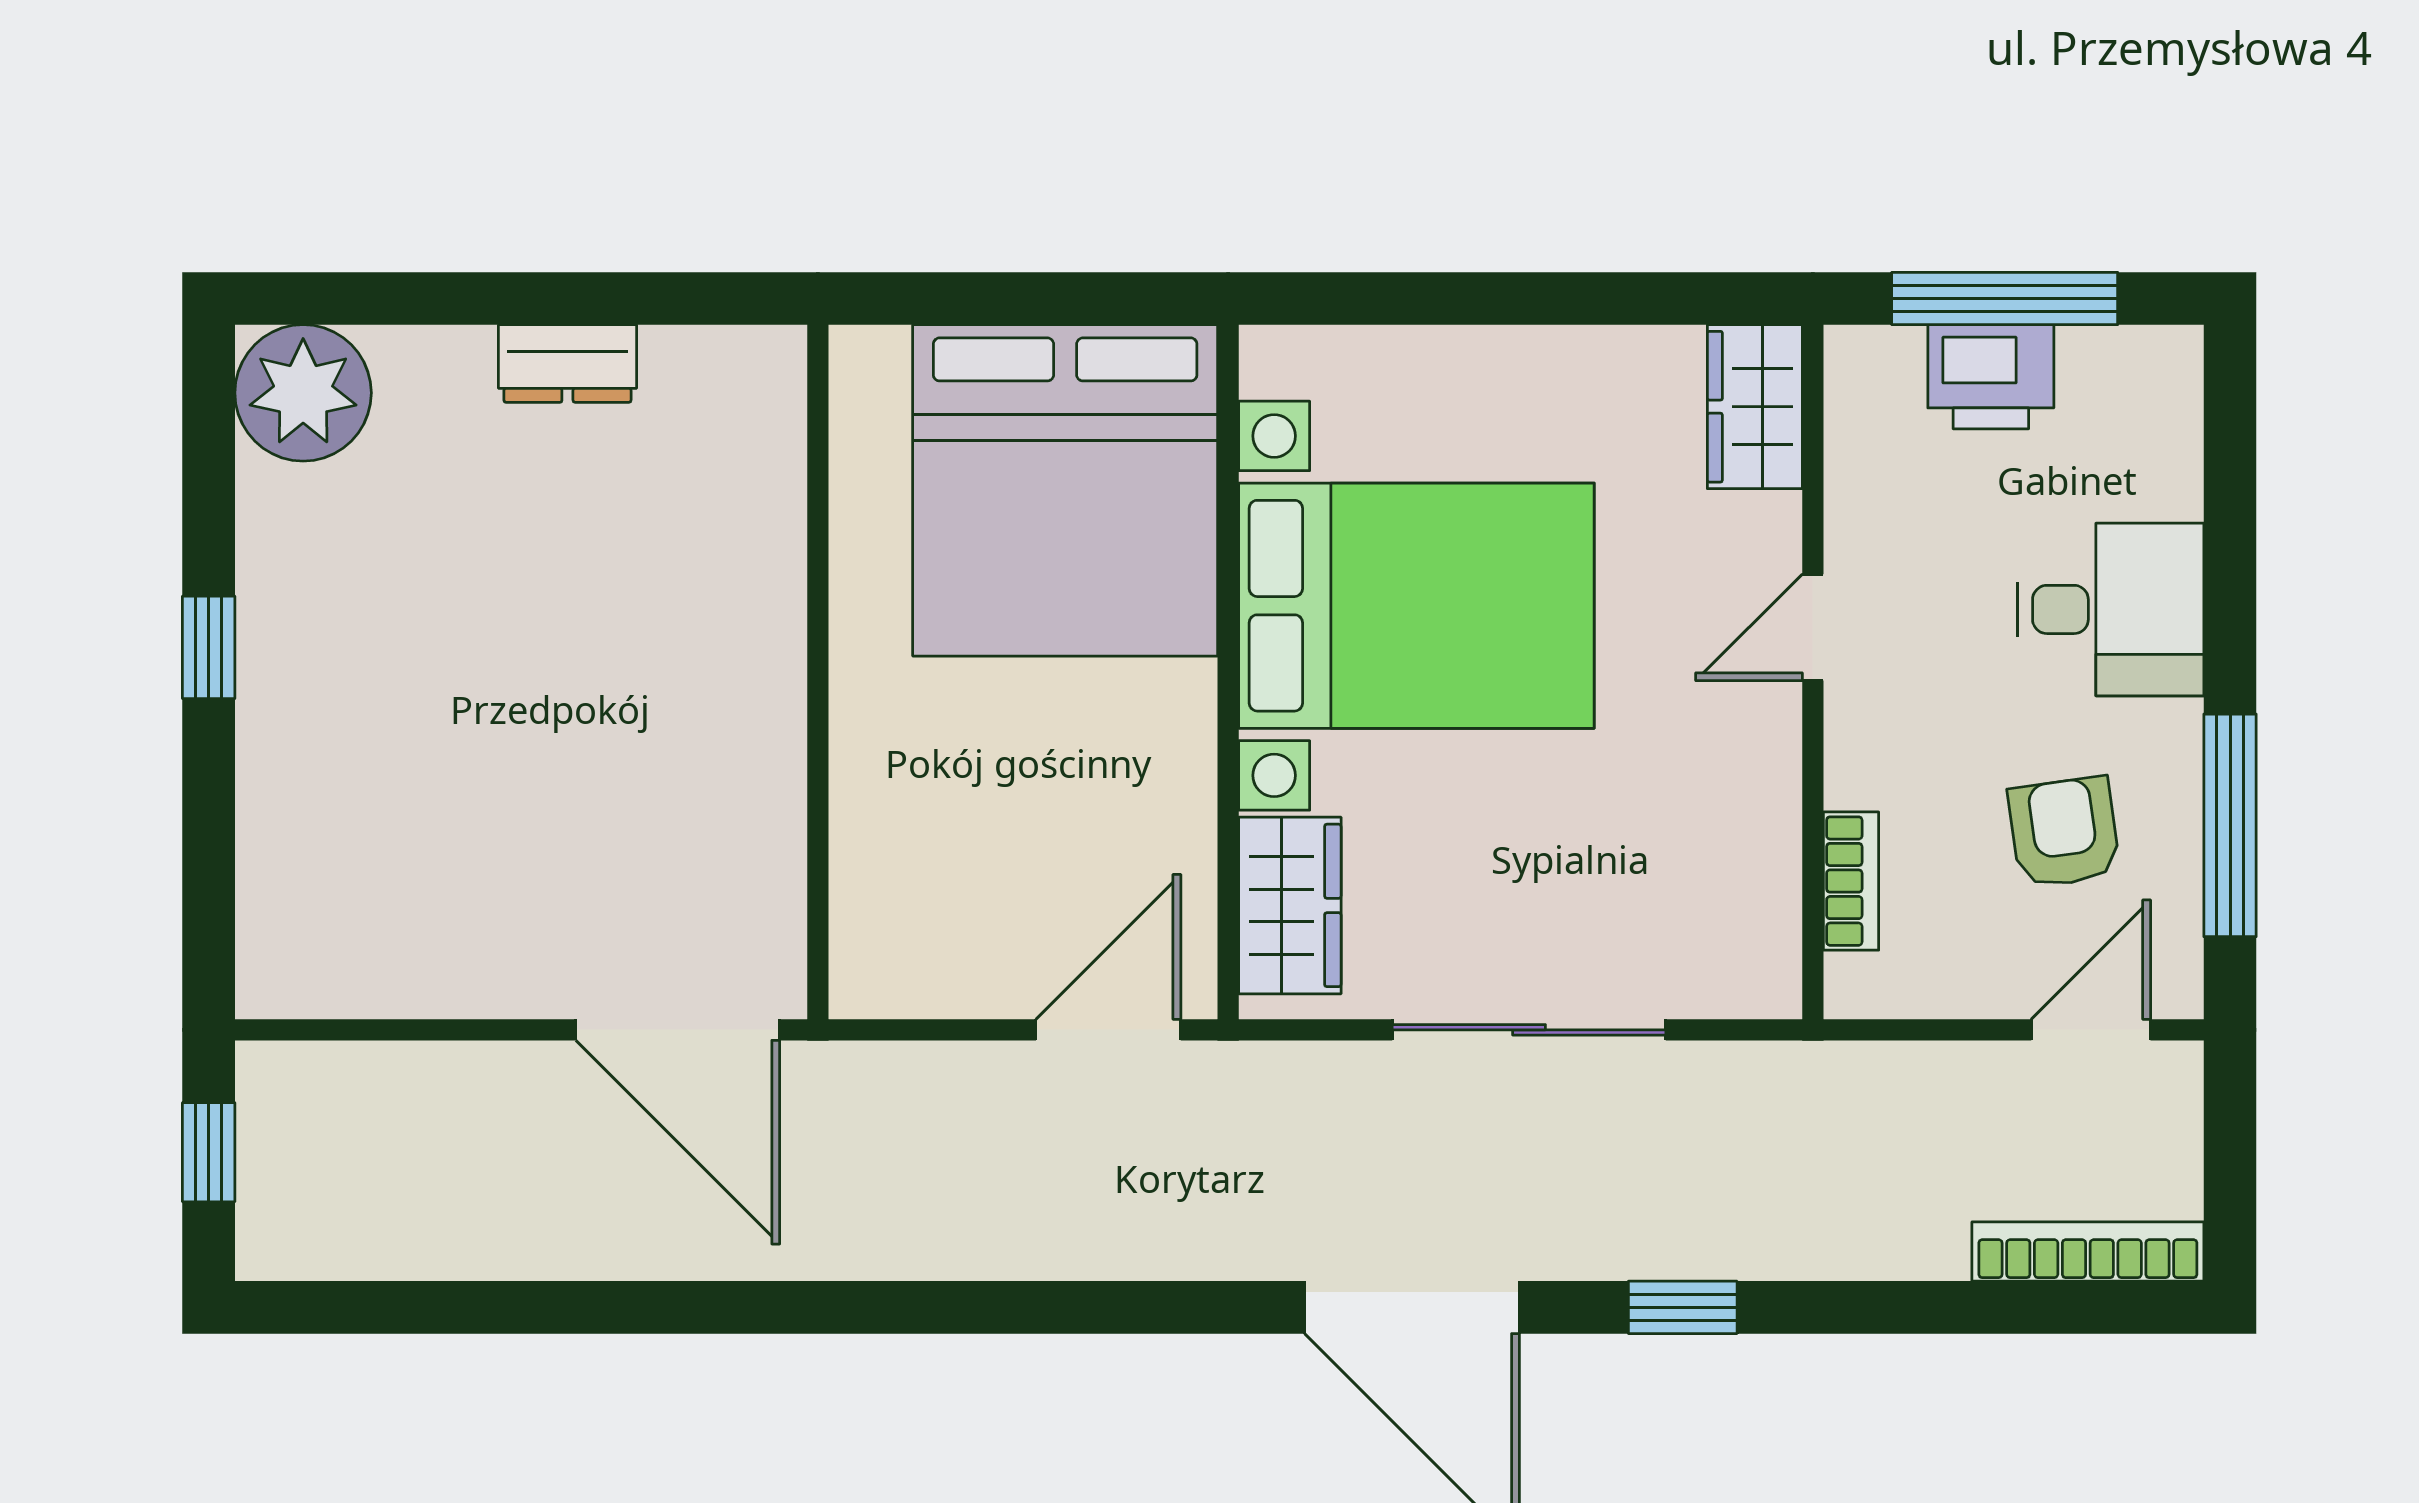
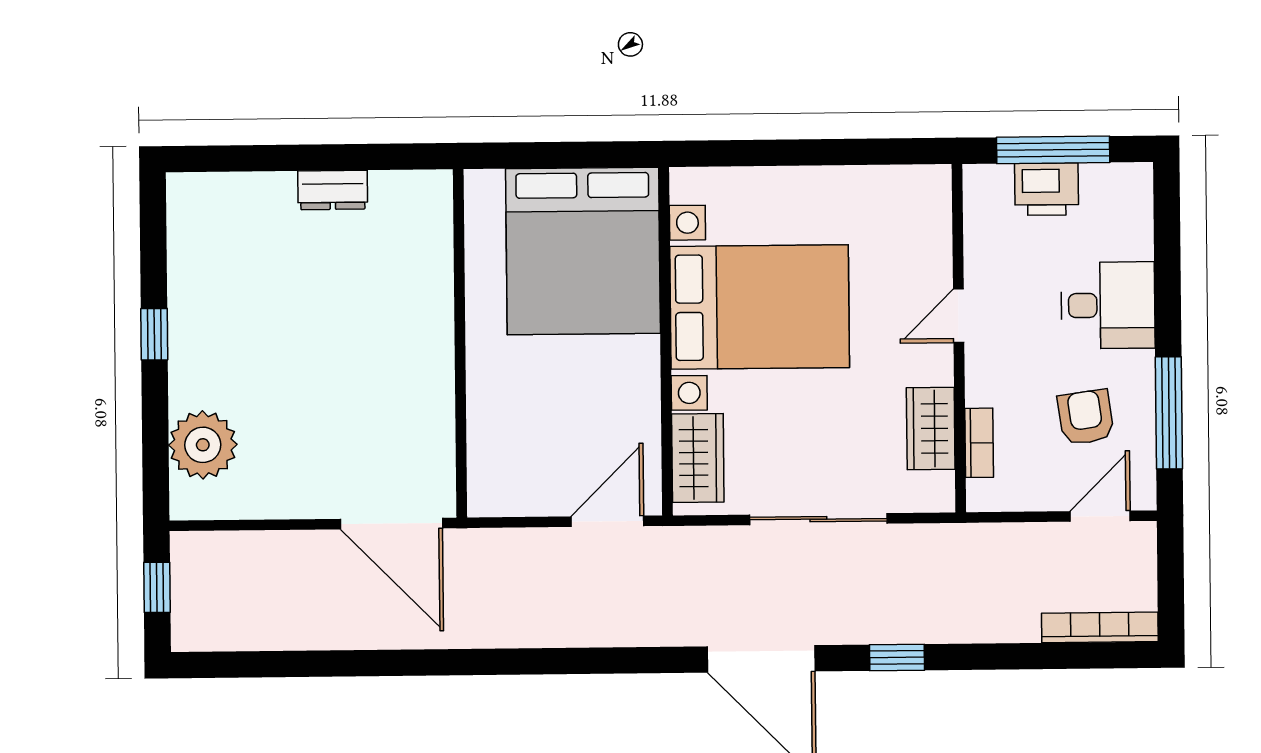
plant: (303, 393) -> (203, 445), moved
wardrobe: (1755, 407) -> (931, 429), moved

